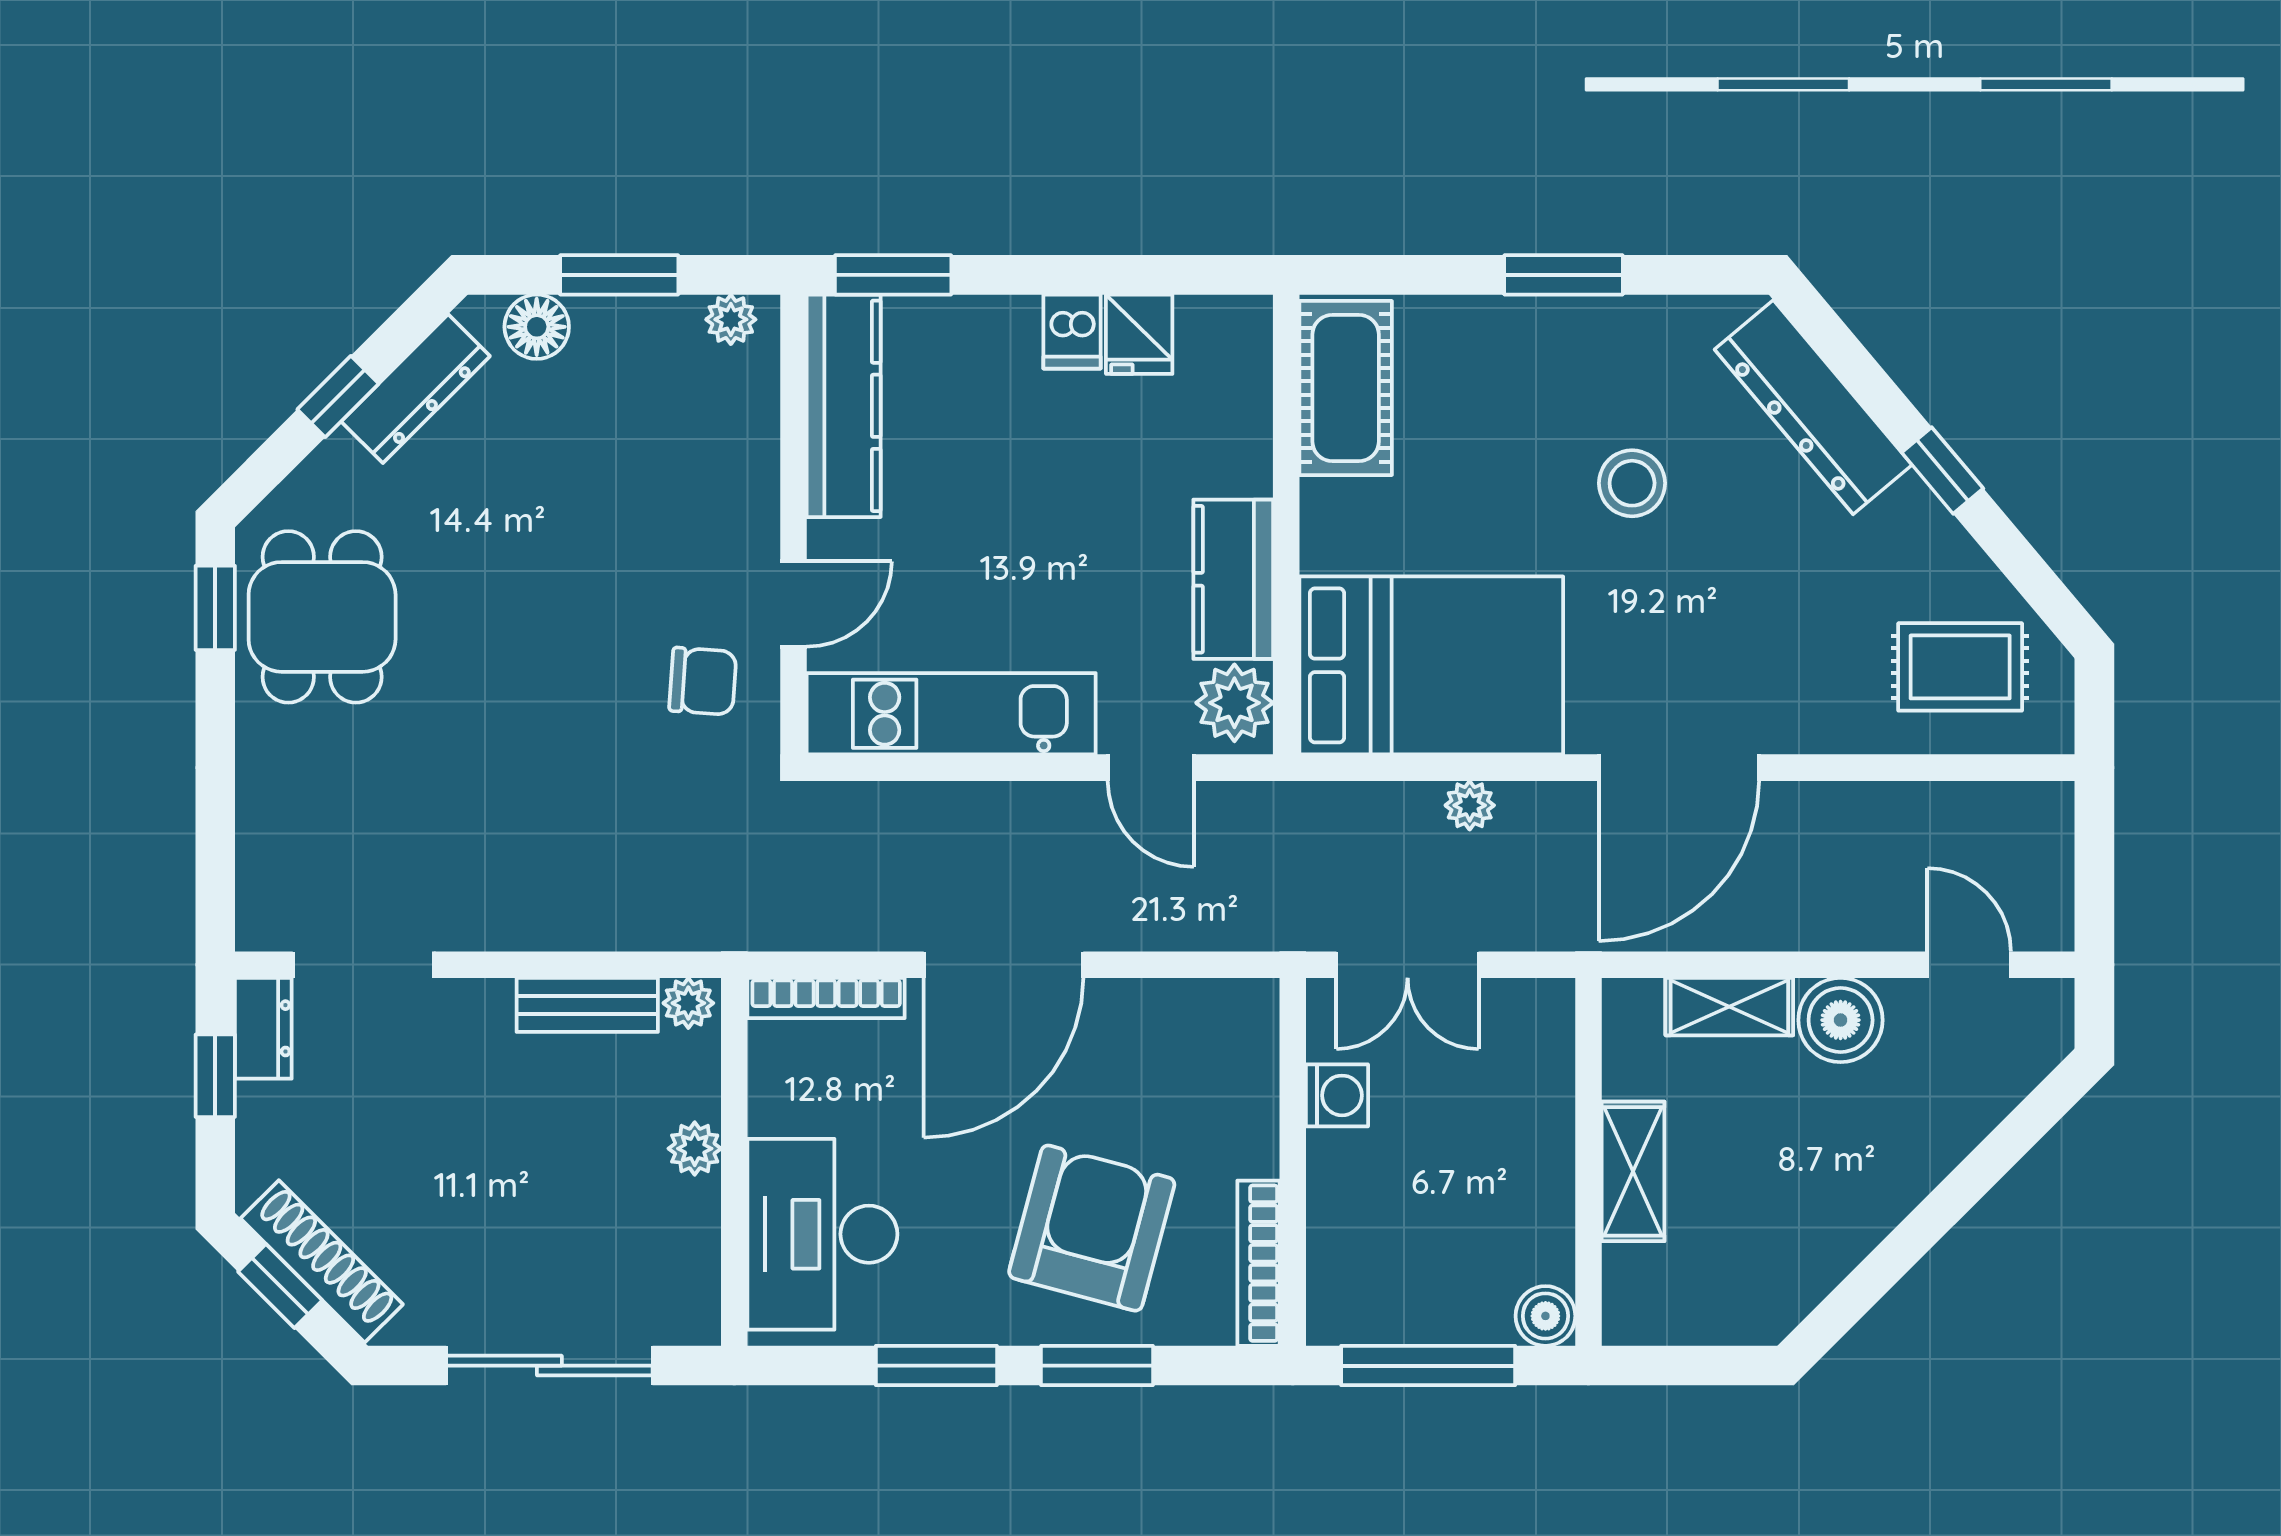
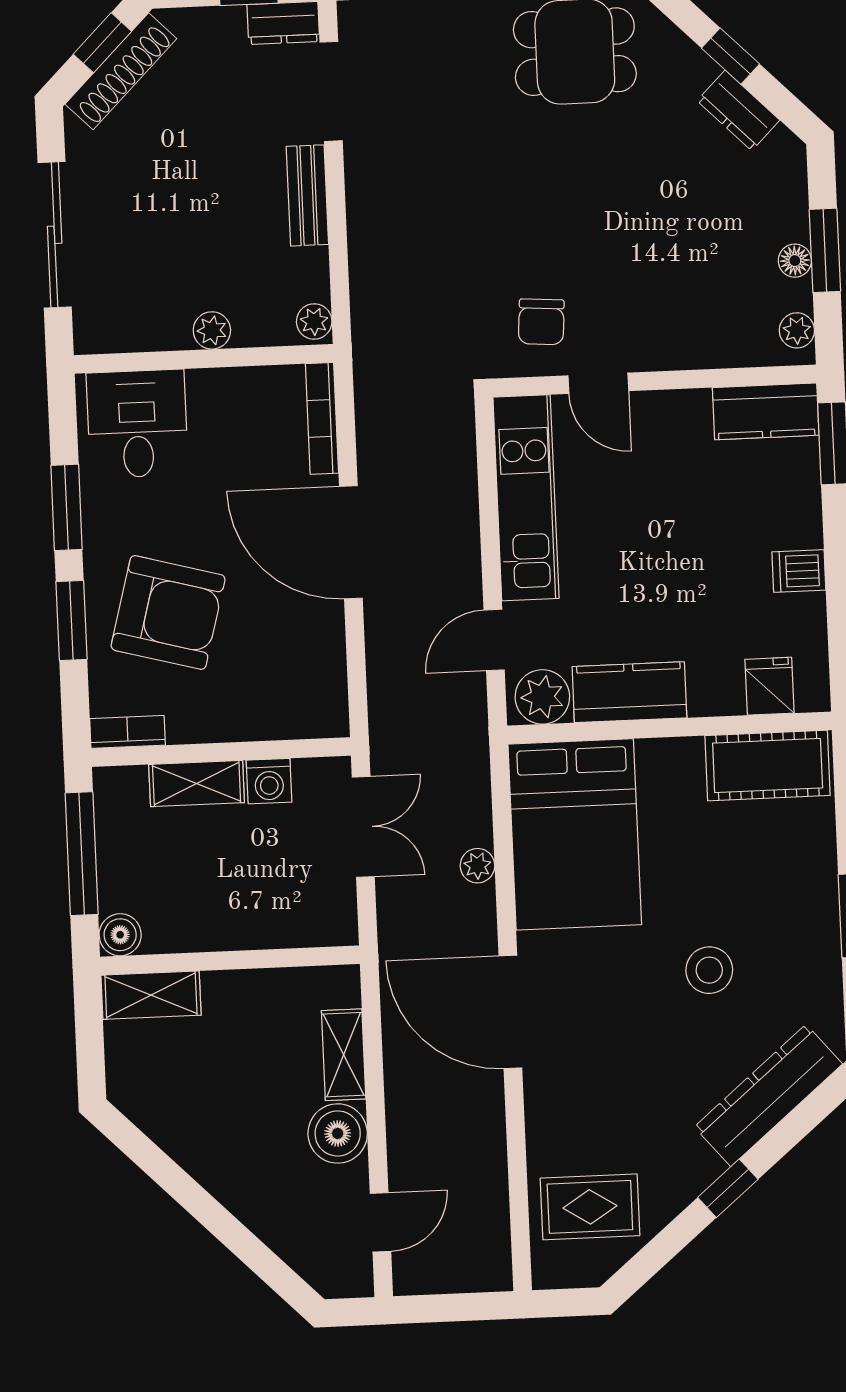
floor lamp: (537, 327) -> (795, 261), moved, width x0.73, depth x0.73
fridge: (1139, 334) -> (770, 686), moved, turned 90
dresser: (416, 389) -> (738, 110), width x0.70
kitchen counter: (844, 406) -> (766, 411), width x0.67
rug: (1960, 667) -> (590, 1207), turned 90
double door: (1408, 965) -> (363, 827), swing flipped
bench: (587, 1005) -> (307, 195), moved
shelving: (1633, 1171) -> (151, 995), moved
shelving: (1336, 1198) -> (197, 784), added
desk: (822, 1234) -> (137, 424), width x0.73
bookcase: (1258, 1263) -> (128, 732), width x0.64

